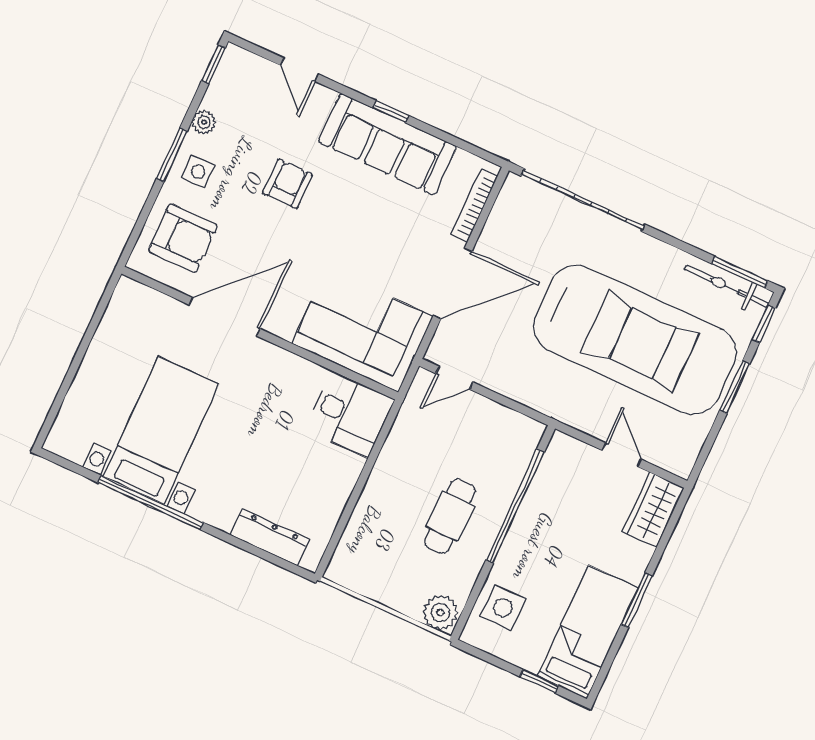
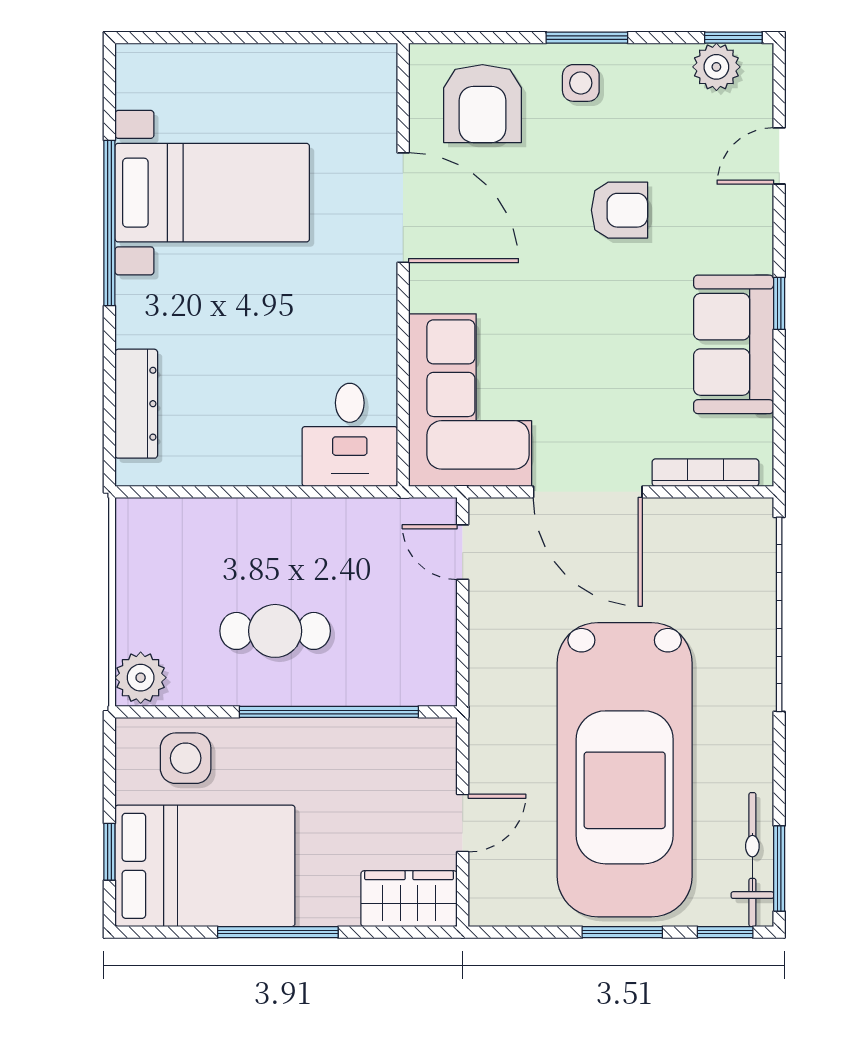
plant: (204, 122) -> (716, 67), moved, width x1.38, depth x1.38
sofa: (388, 144) -> (734, 344), width x0.73
window: (637, 600) -> (278, 932), width x1.44
bed: (588, 632) -> (205, 866), width x1.50

